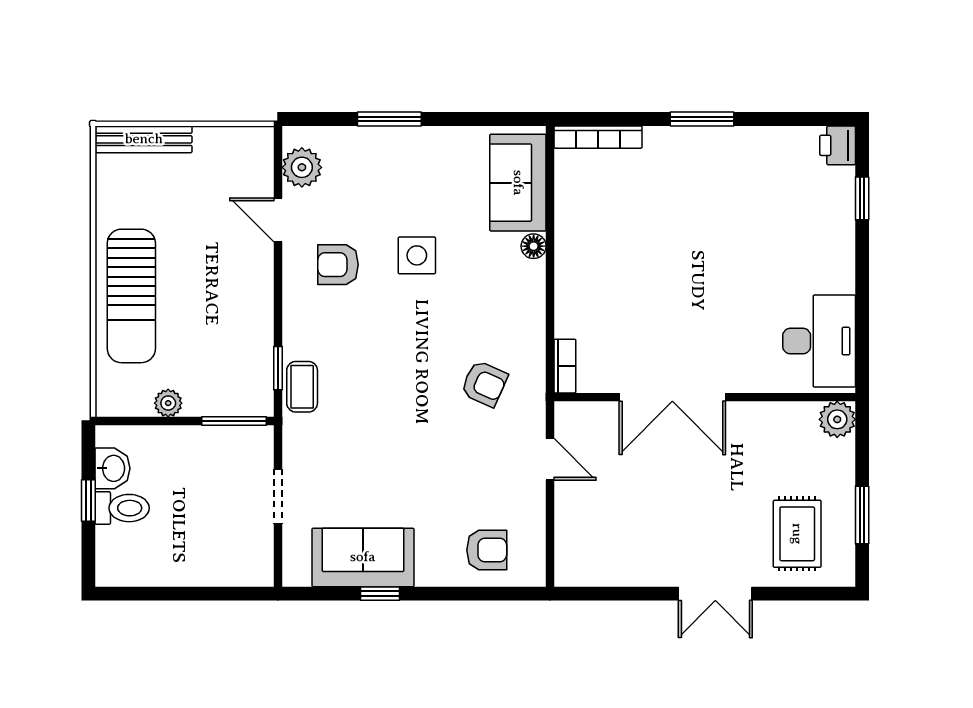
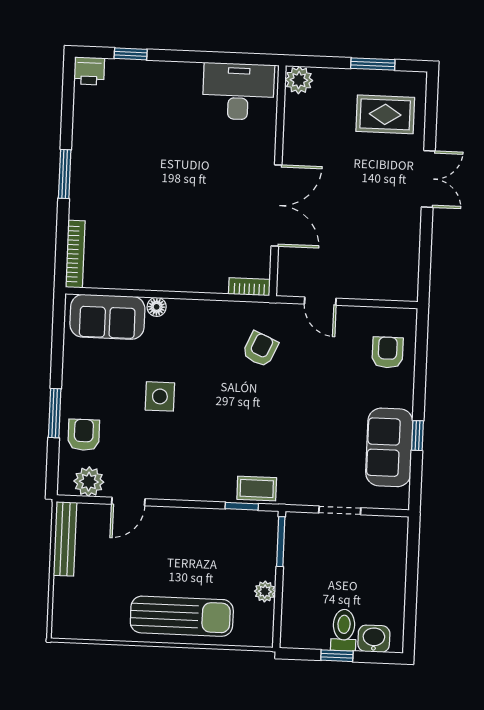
bench: (144, 139) -> (65, 539), moved
armchair: (338, 265) -> (84, 435), moved, turned 180
door: (550, 459) -> (320, 301), swing flipped
washbasin: (113, 468) -> (374, 639), moved

